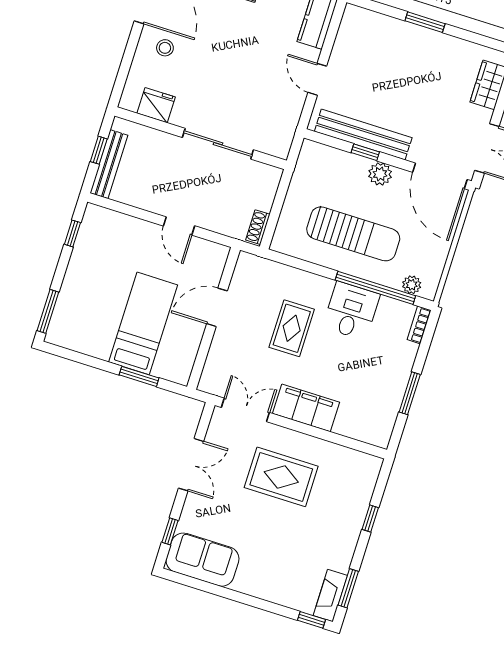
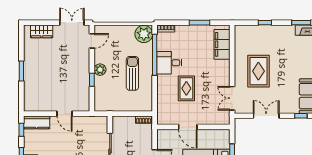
door: (317, 79) -> (64, 114), hinge flipped
bench: (363, 135) -> (84, 84), removed
door: (440, 176) -> (92, 41), width x0.53
sun lounger: (353, 234) -> (132, 73), width x0.73, depth x0.75
plant: (412, 285) -> (144, 34), width x1.87, depth x1.87
rug: (292, 328) -> (186, 88), turned 90
filing cabinet: (306, 408) -> (222, 44), moved

